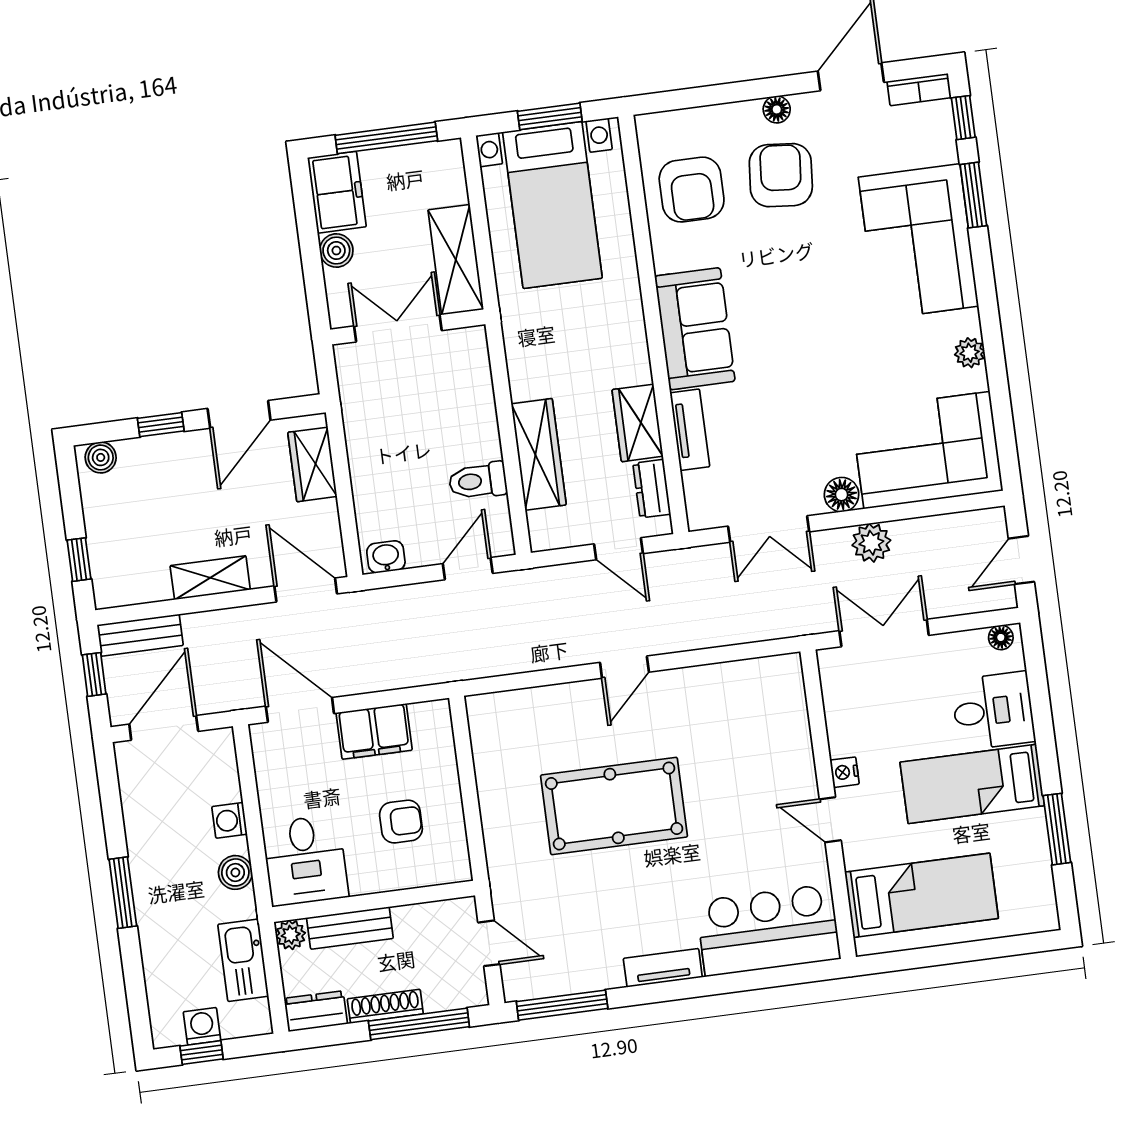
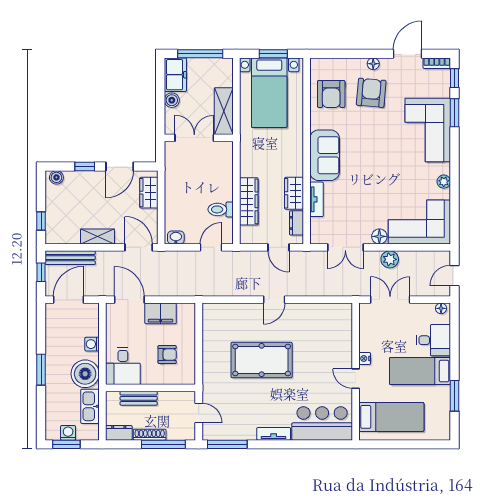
bench: (140, 635) -> (70, 258), width x1.36
boiler: (235, 872) -> (85, 374), width x1.86, depth x1.86
plant: (291, 935) -> (112, 398), removed
window: (202, 1052) -> (66, 444), width x1.50

